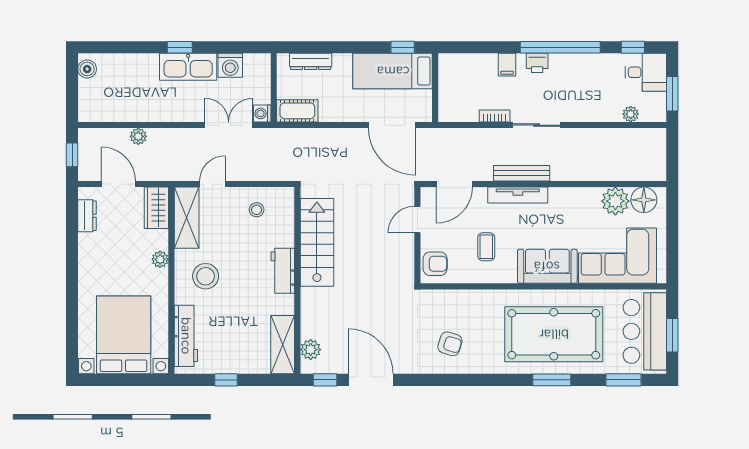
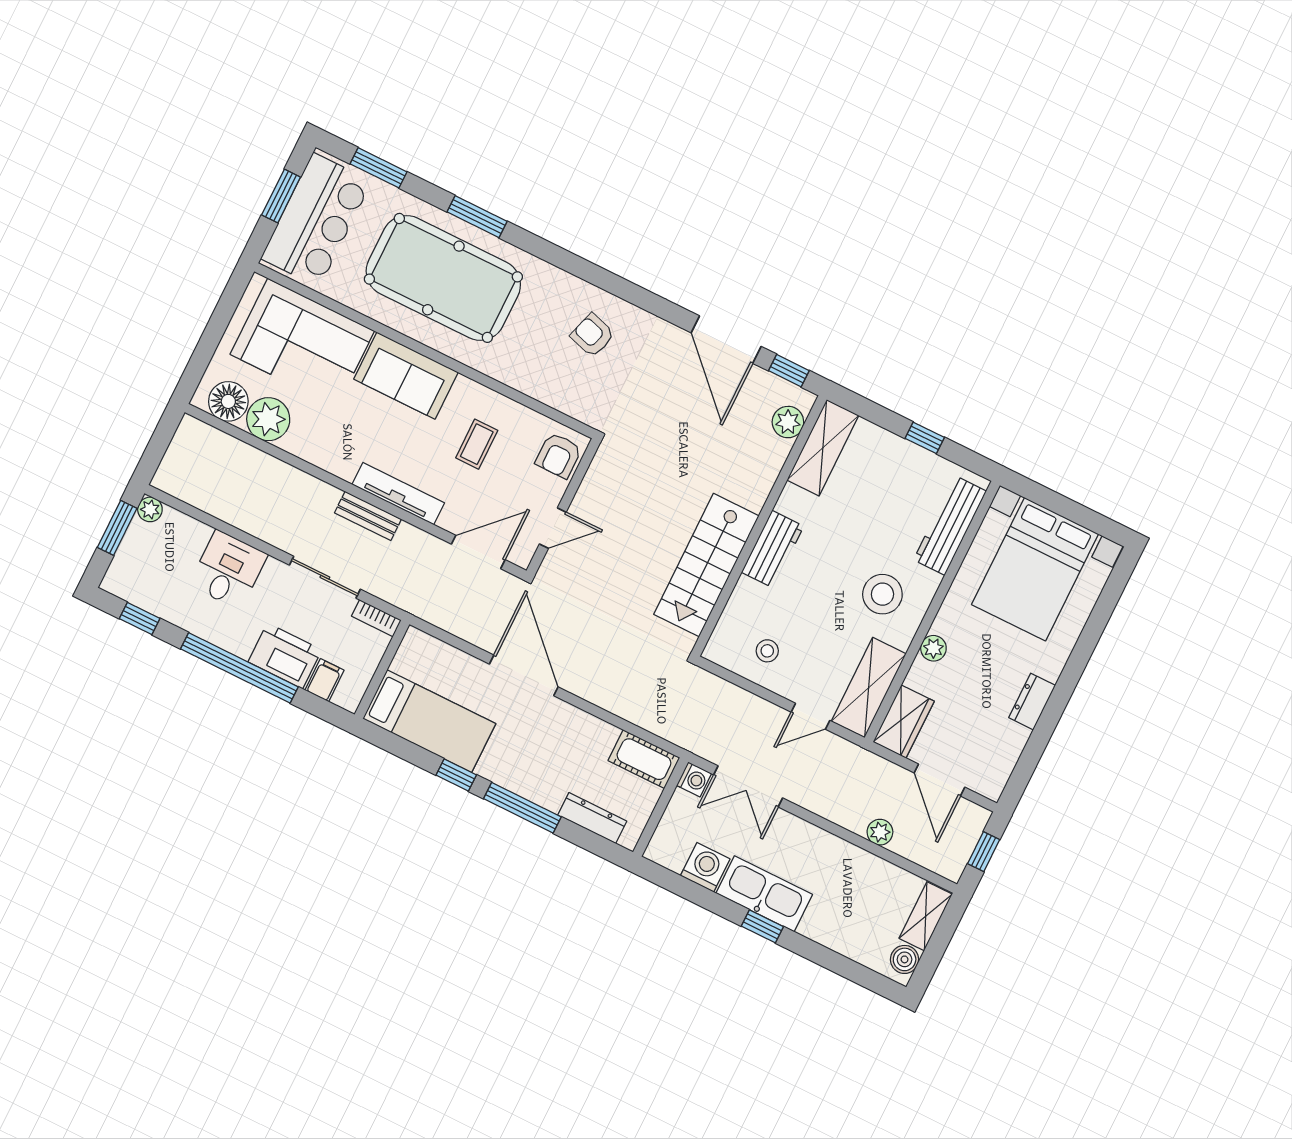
window: (354, 47) -> (522, 808), added
printer: (537, 63) -> (285, 656), width x1.87, depth x1.48
bed: (393, 71) -> (429, 721), moved
desk: (646, 72) -> (228, 570), moved, turned 90
wall: (435, 88) -> (382, 669), moved
shelving: (87, 100) -> (926, 916), added
plant: (631, 114) -> (150, 509), moved
bench: (522, 173) -> (368, 516), width x0.73
dresser: (87, 216) -> (1032, 702), moved
armchair: (435, 264) -> (559, 455), turned -90

